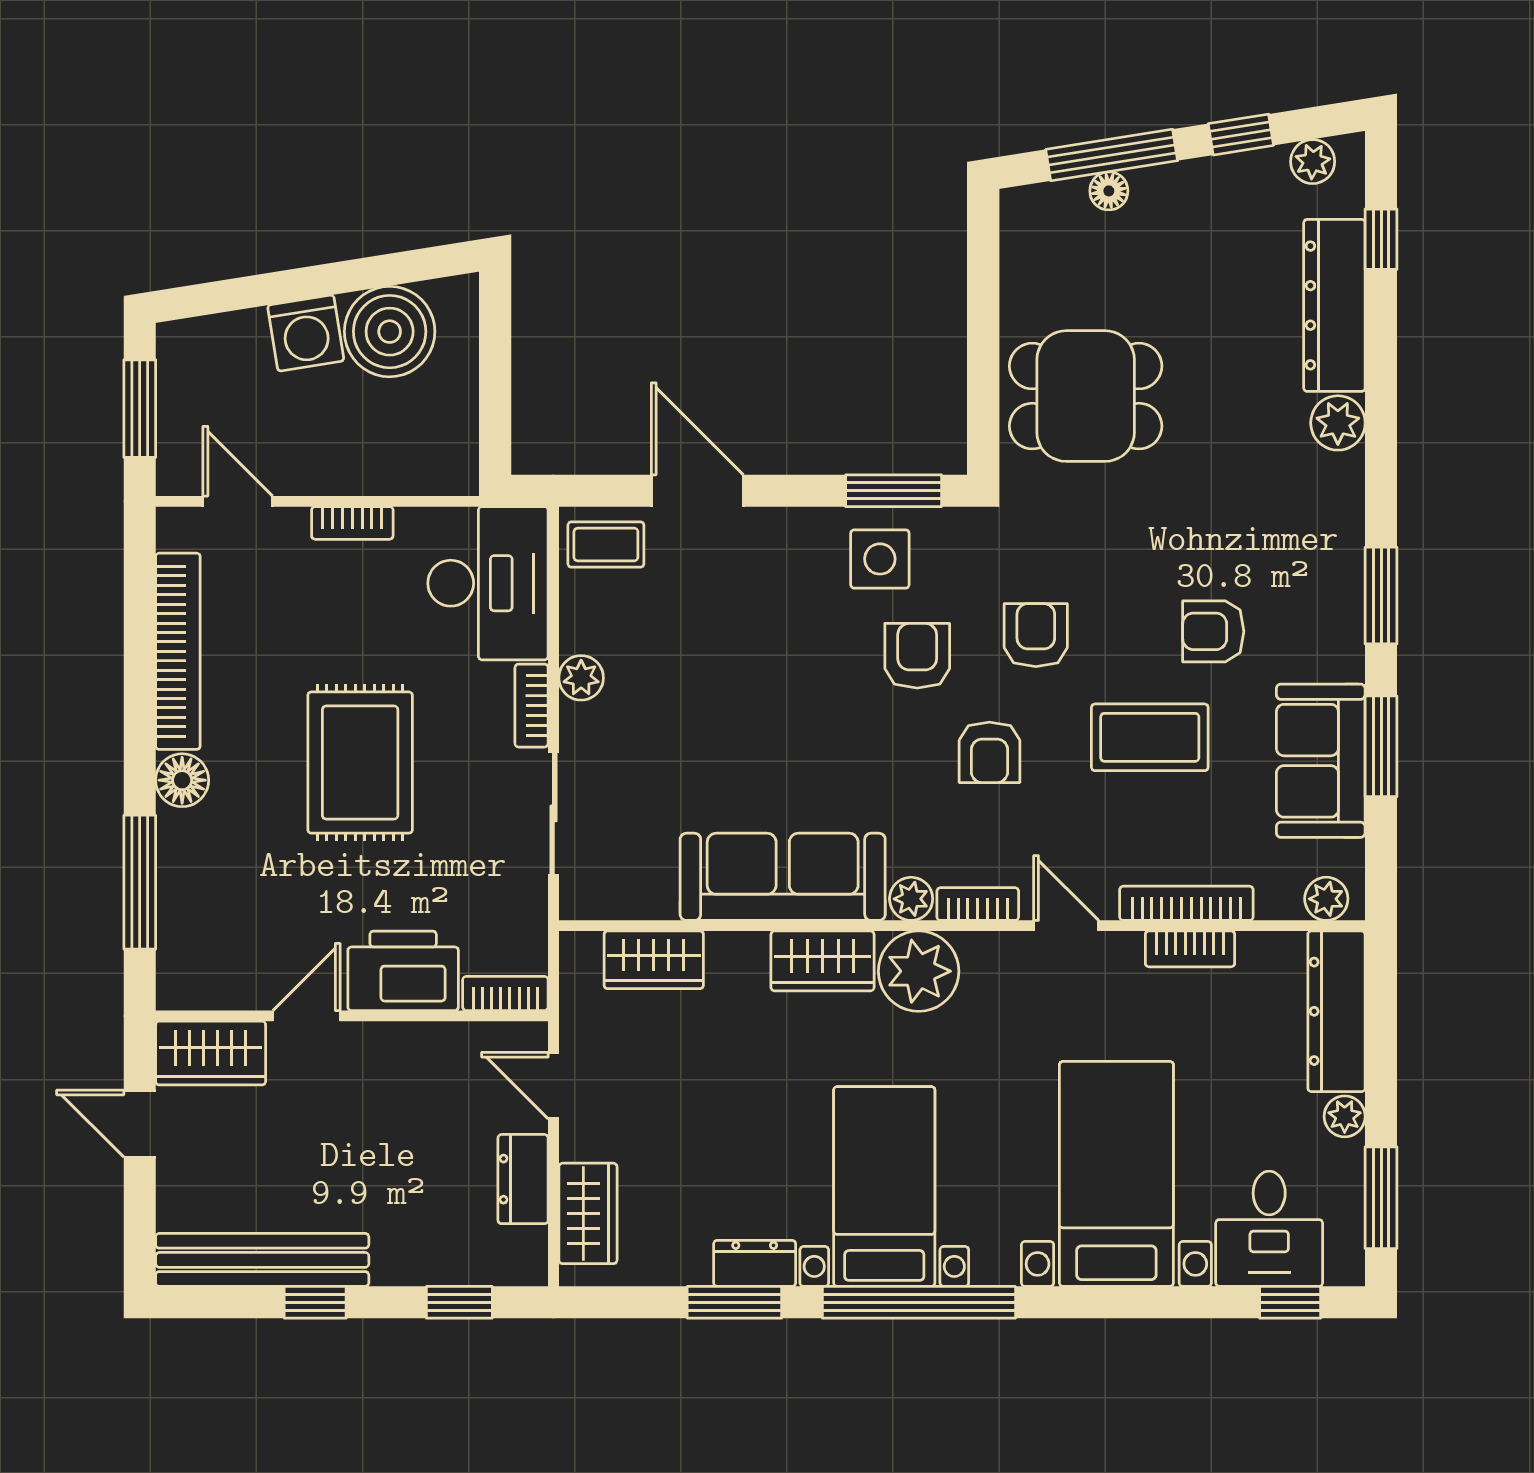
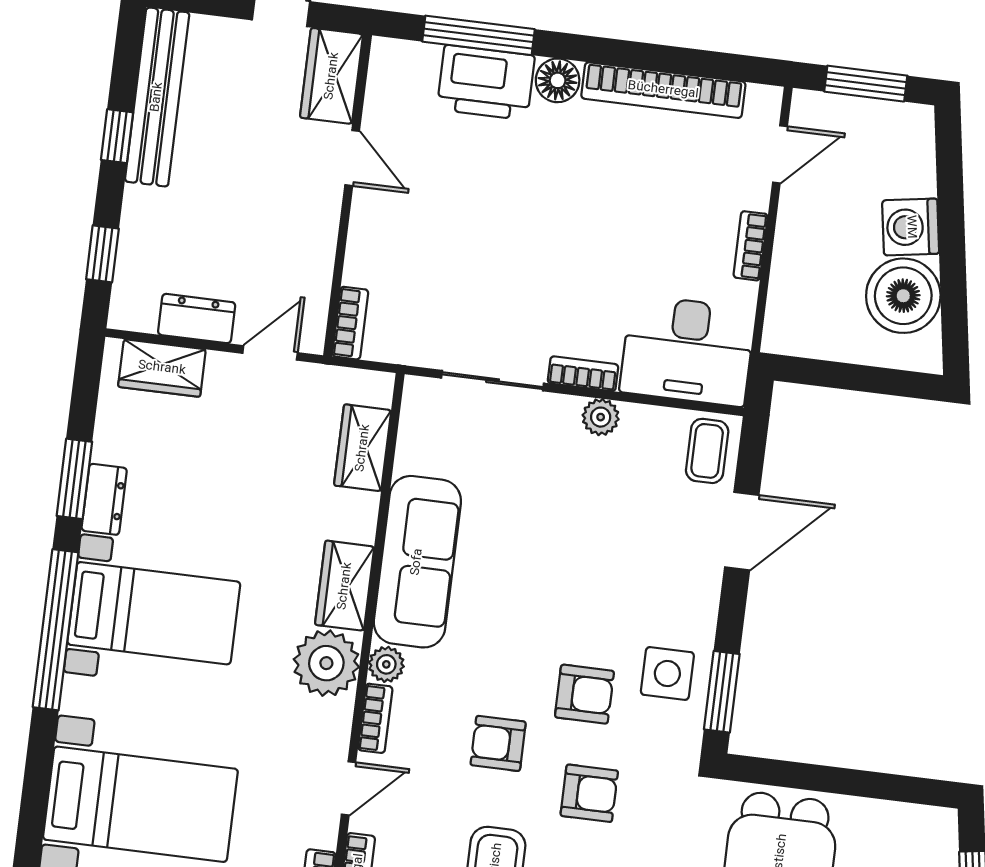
rug: (360, 763) -> (554, 228), removed
printer: (403, 971) -> (486, 82), moved, turned 90

